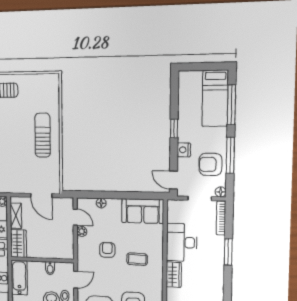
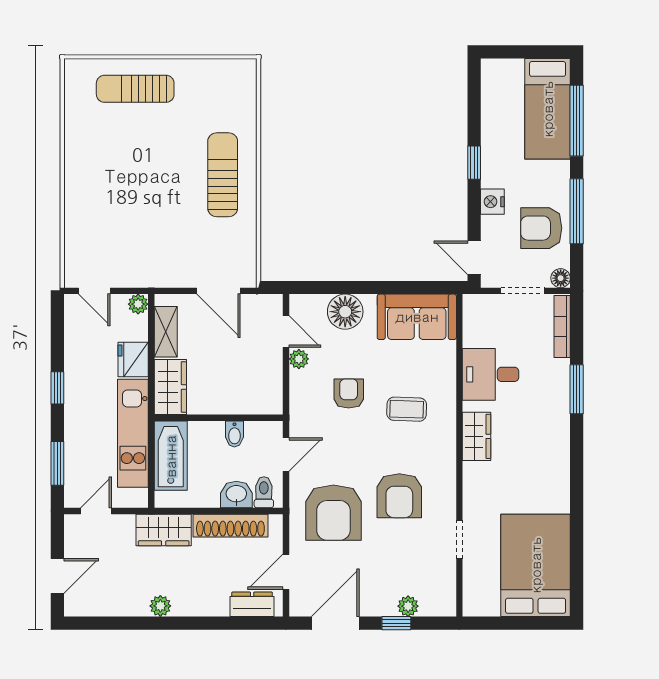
floor lamp: (101, 203) -> (345, 312), width x1.89, depth x1.89
desk: (182, 242) -> (491, 374), width x0.73

